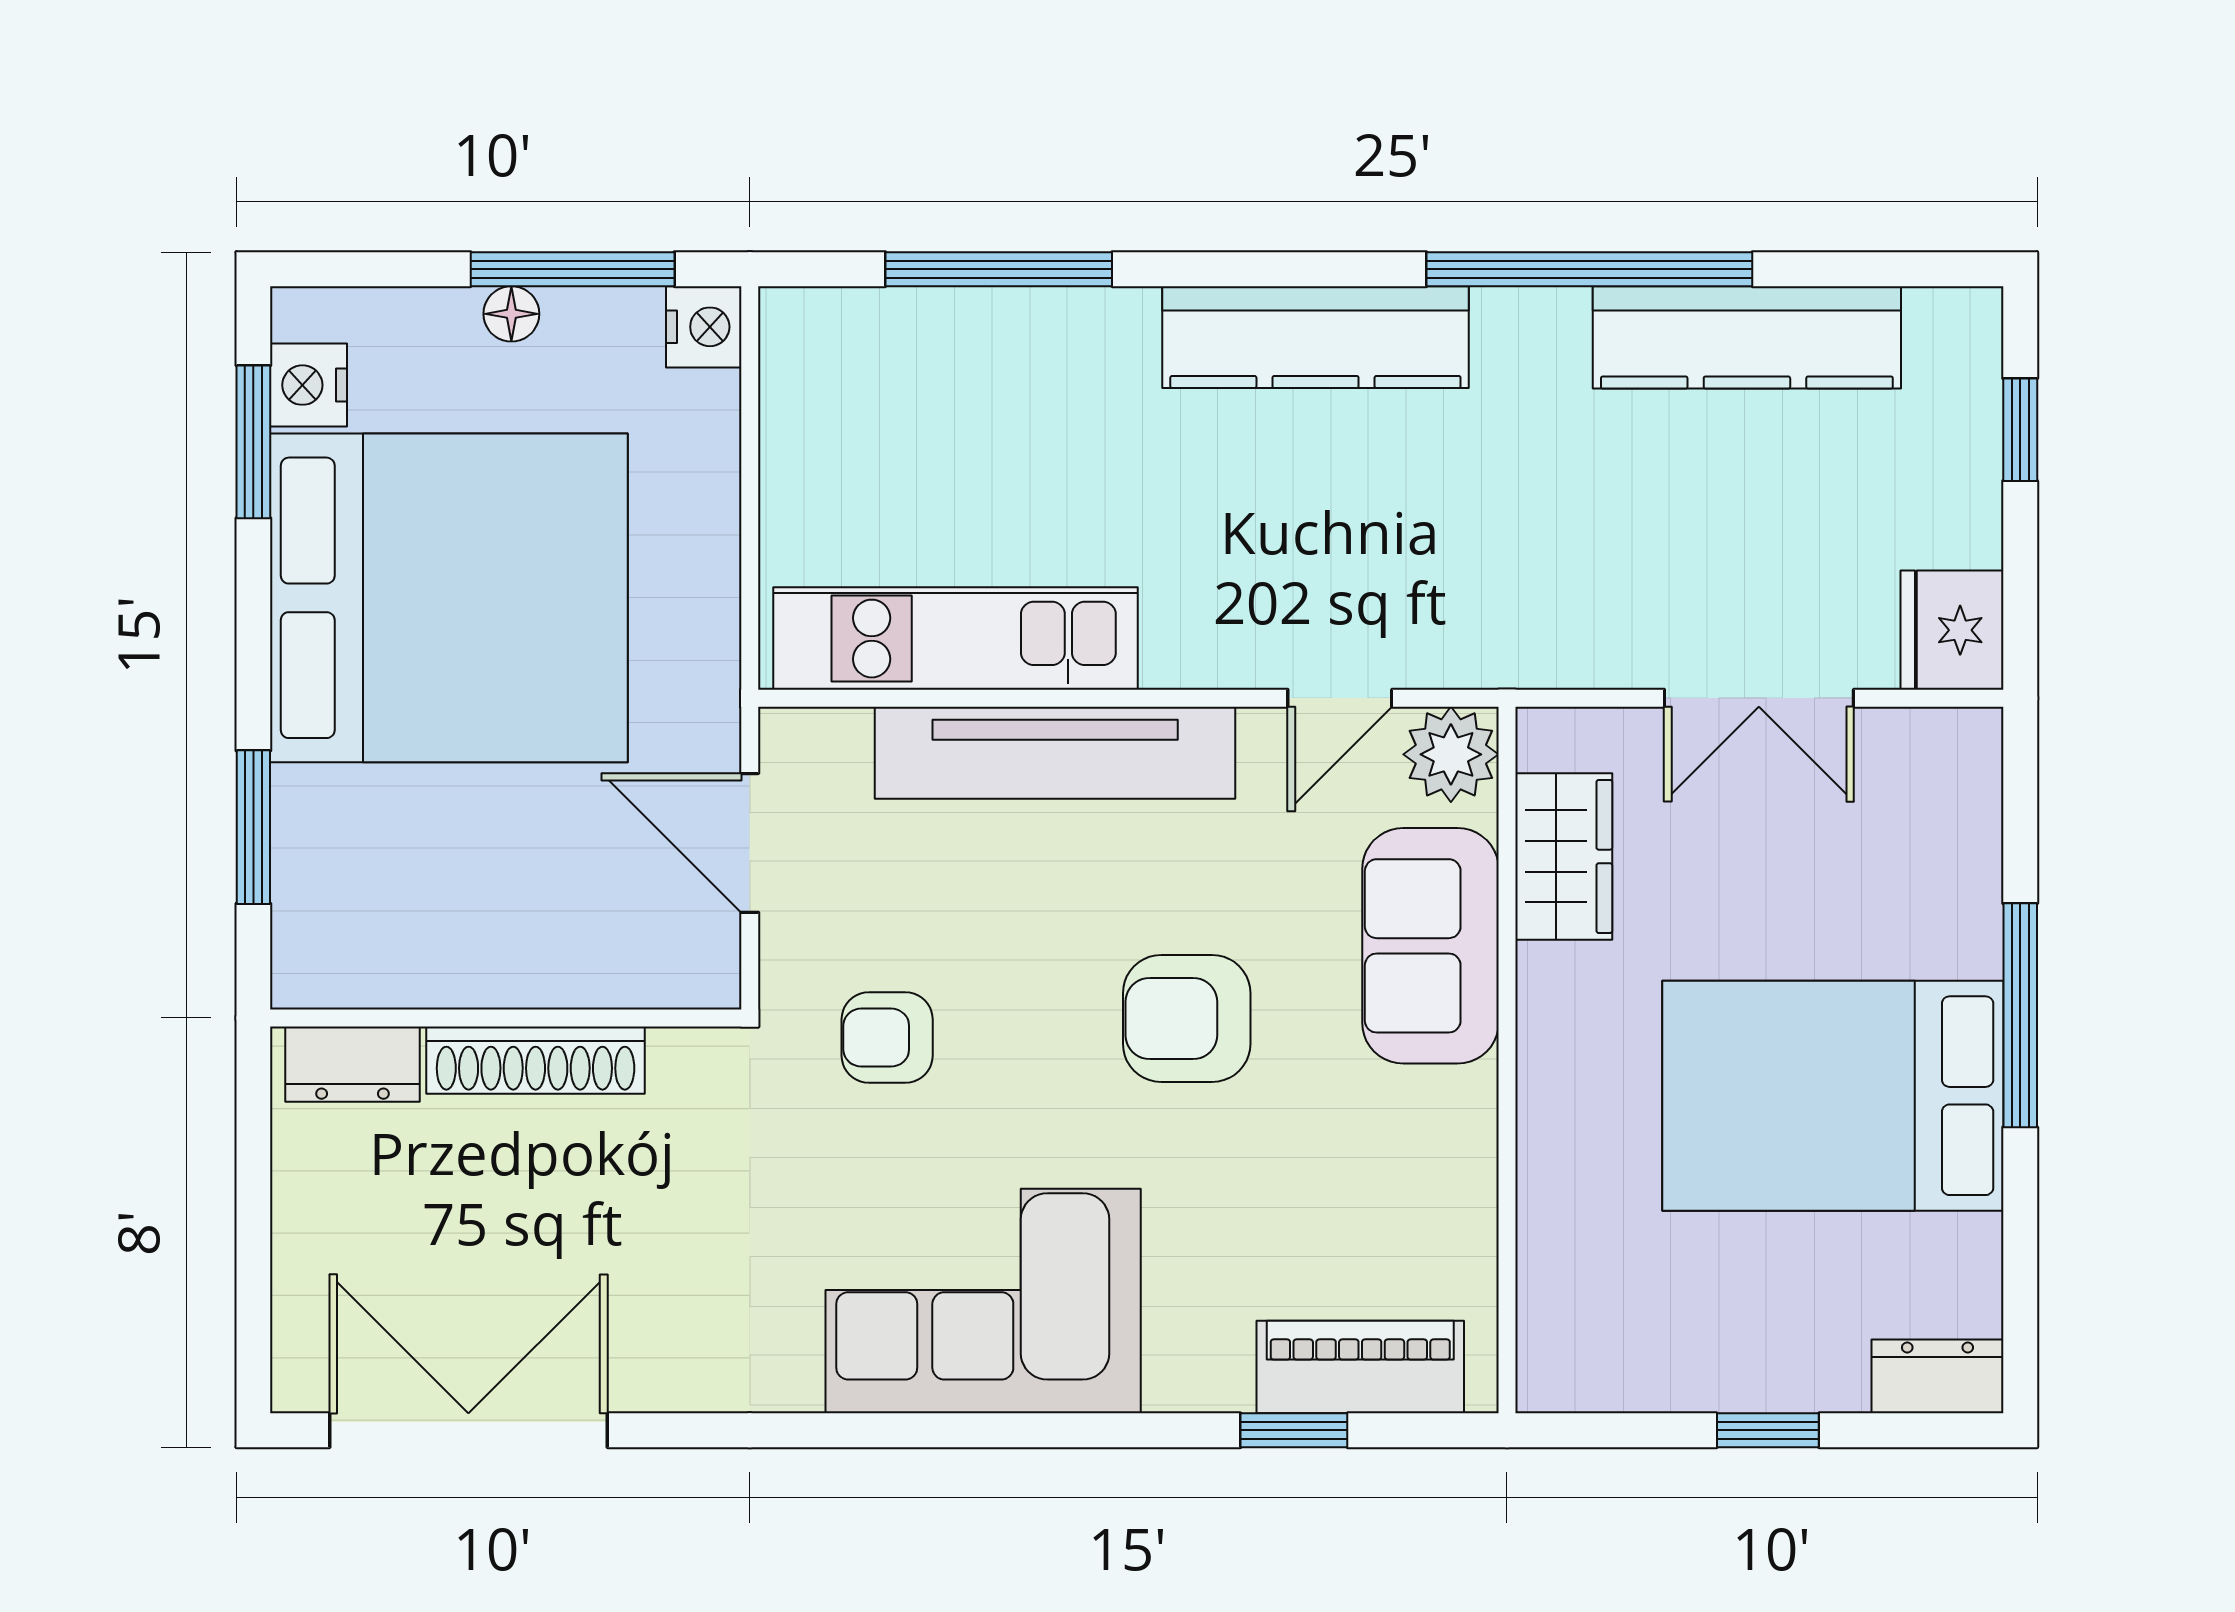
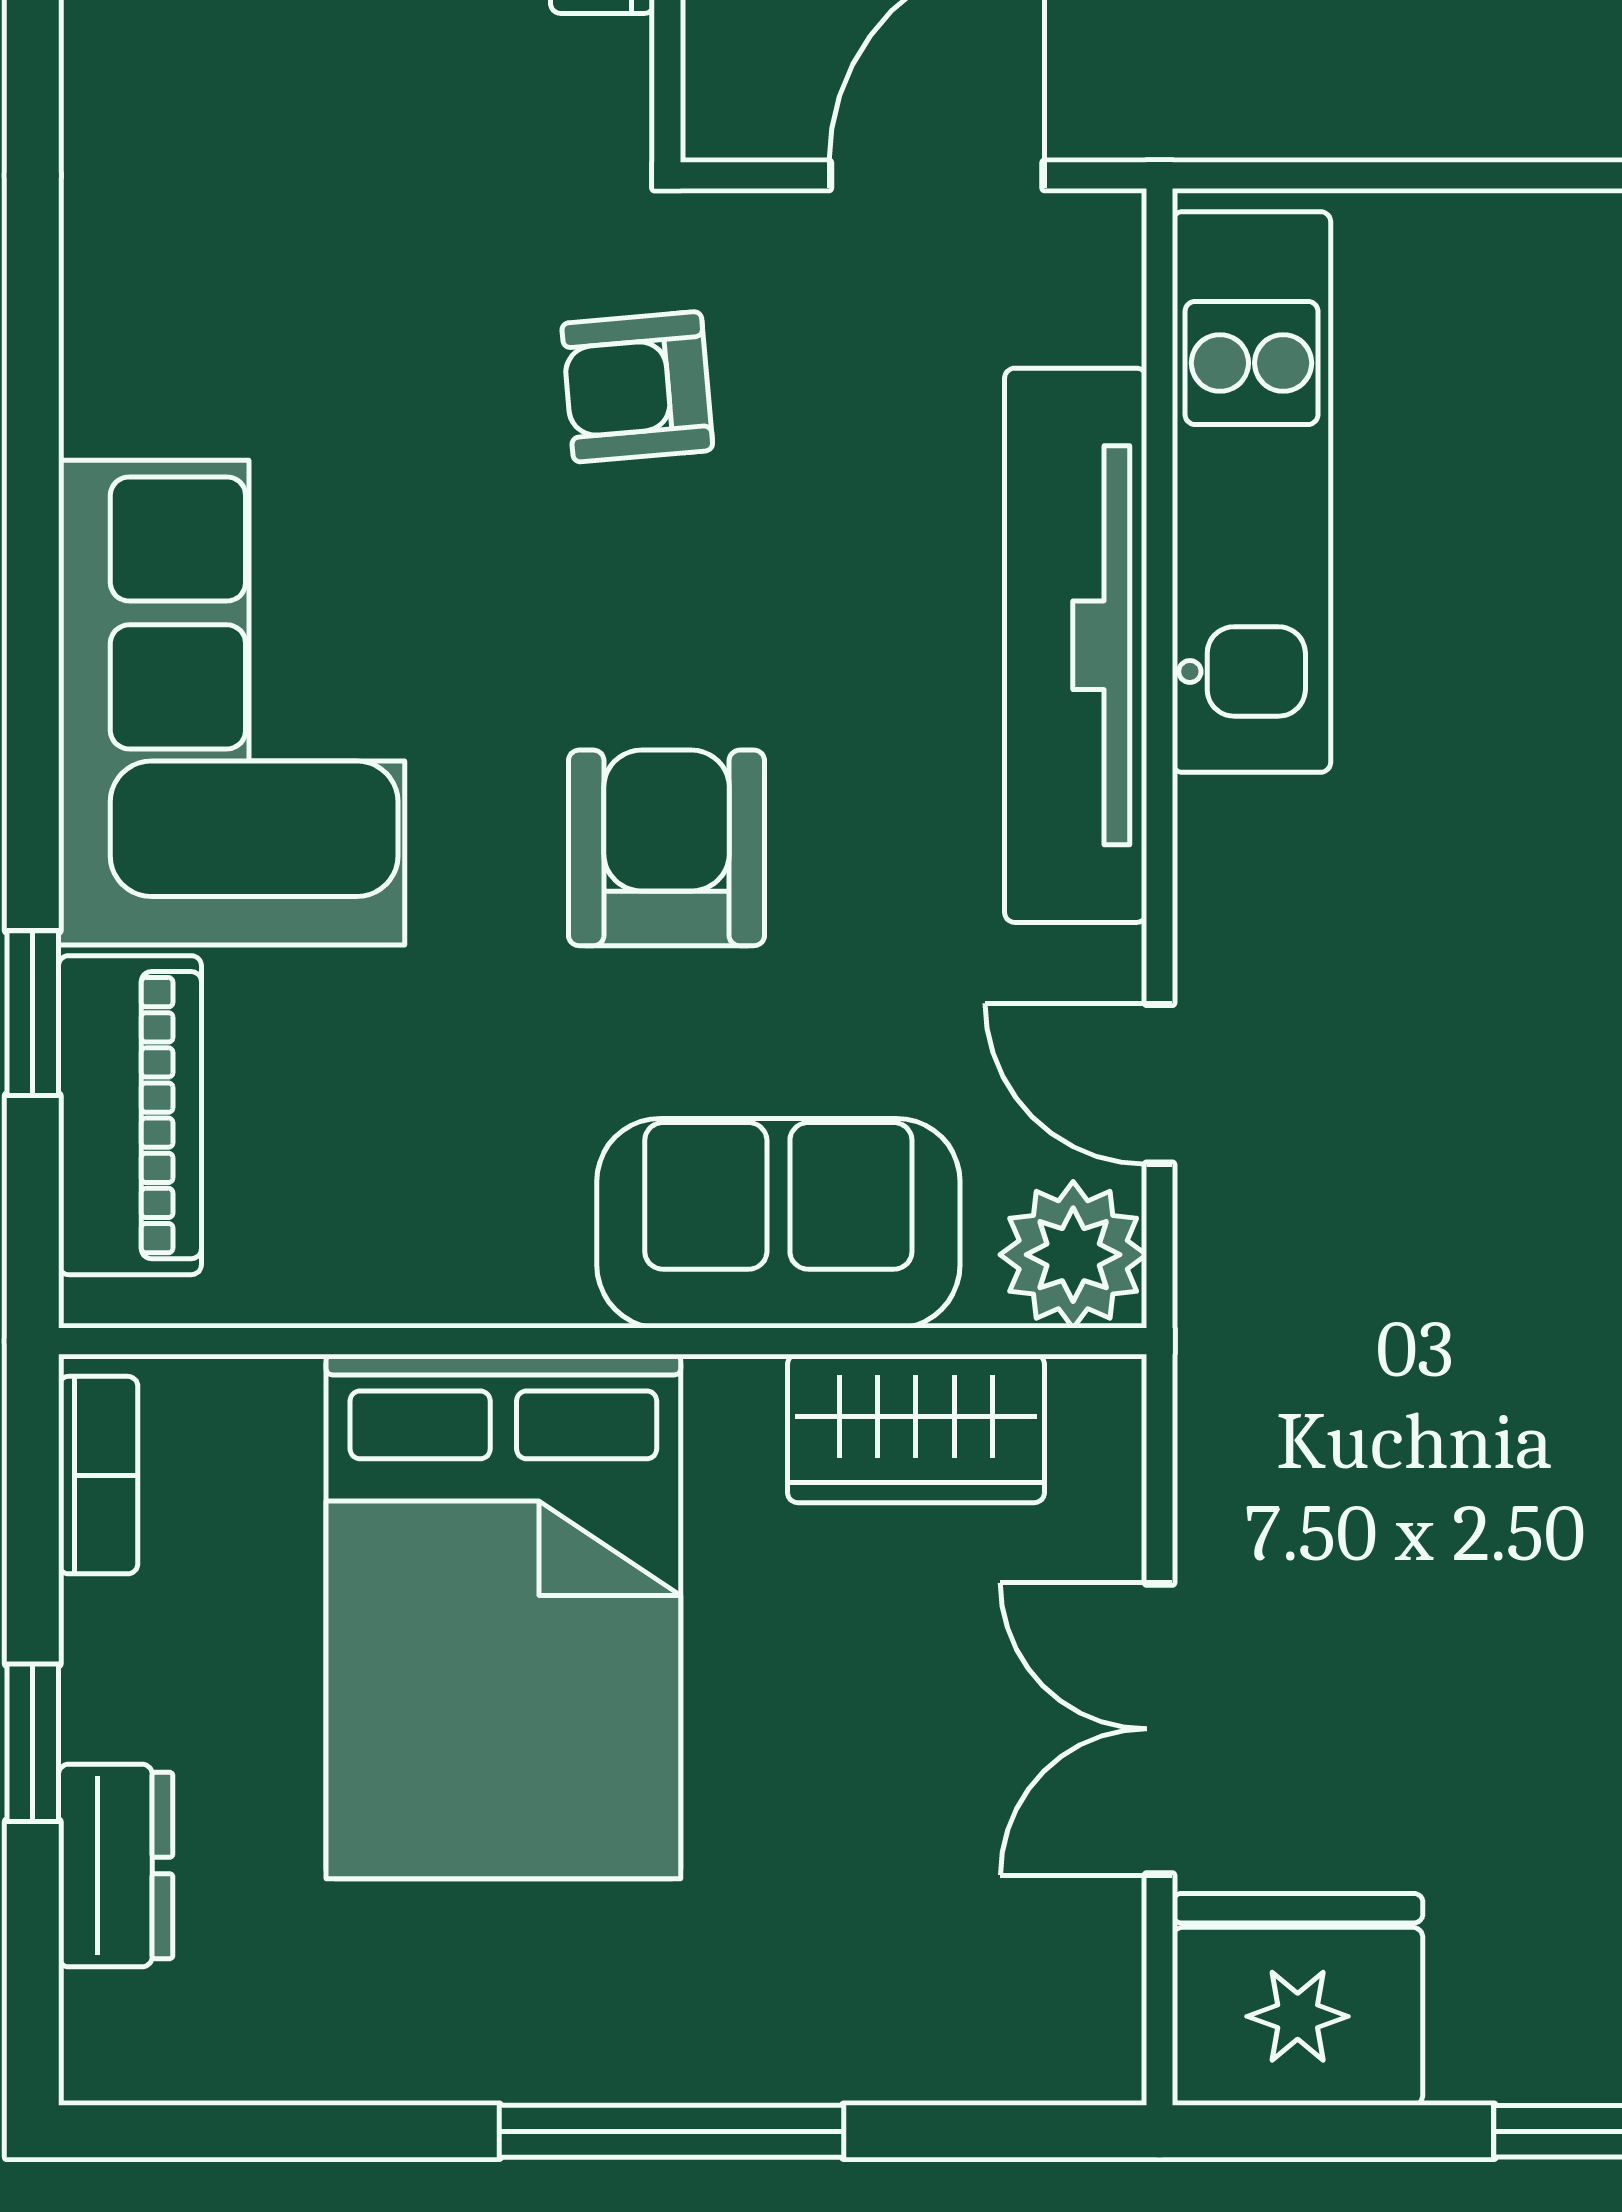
fridge: (1952, 630) -> (1298, 1999), width x1.36, depth x1.34
armchair: (887, 1038) -> (637, 387), turned -95
bed: (1833, 1096) -> (503, 1616), moved, turned 180
corner sofa: (983, 1301) -> (232, 703), moved
dresser: (1937, 1376) -> (116, 1865), moved
bookcase: (1594, 1388) -> (98, 1475), added

